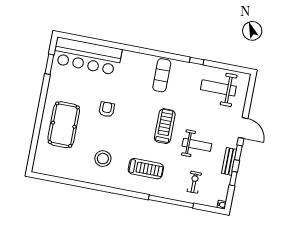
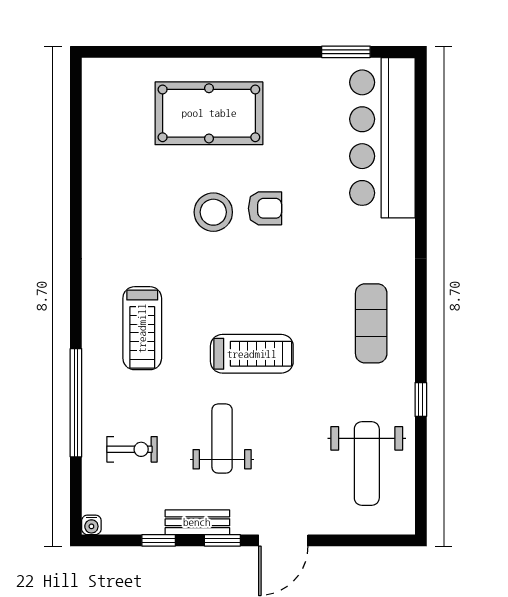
exercise mat: (162, 75) -> (371, 323), turned 90
weight bench: (218, 88) -> (367, 463), turned 180
weight bench: (197, 145) -> (222, 439), turned 180
stool: (103, 159) -> (213, 212), moved

